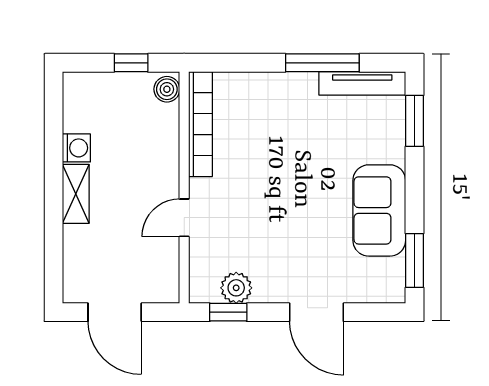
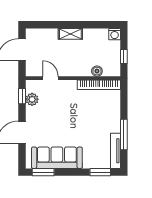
boiler: (167, 89) -> (97, 71), moved
washing machine: (76, 148) -> (115, 34), moved
sofa: (379, 210) -> (57, 158), width x1.36
door: (184, 218) -> (50, 78), moved

